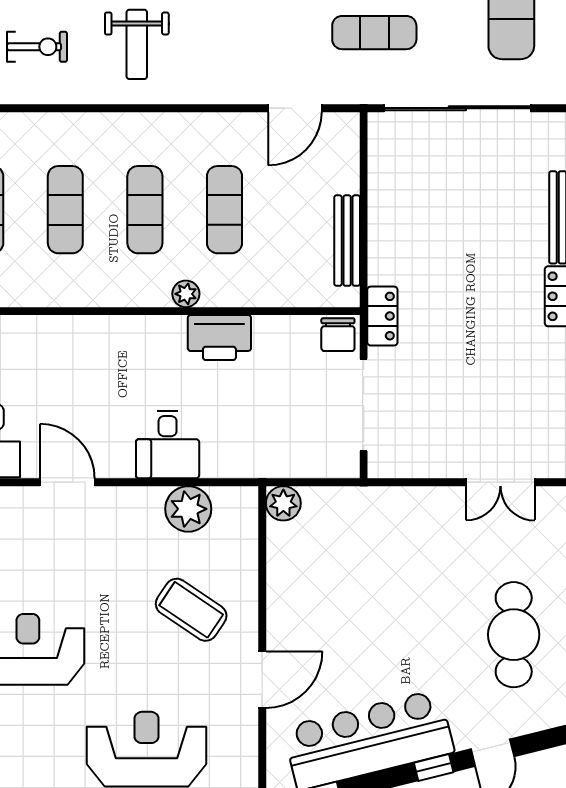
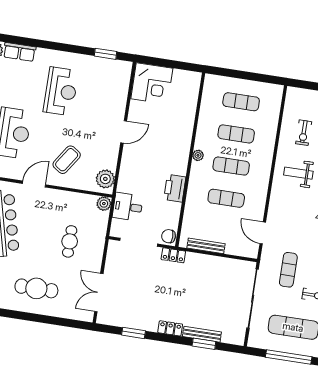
plant: (186, 294) -> (198, 155), moved
desk: (168, 444) -> (128, 207), moved
door: (67, 482) -> (124, 132), moved
double door: (500, 482) -> (99, 293), width x1.37
plant: (188, 509) -> (105, 179), moved
cafe table: (388, 572) -> (70, 241), added
door: (262, 680) -> (34, 184), swing flipped

